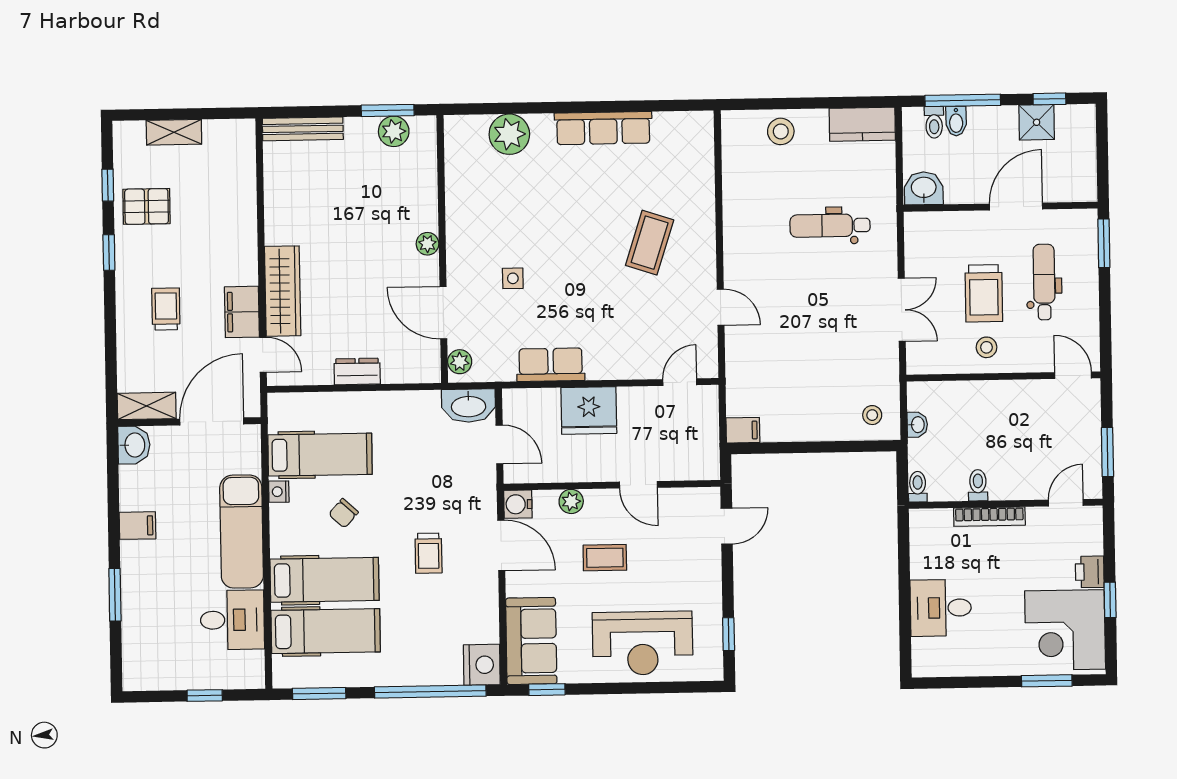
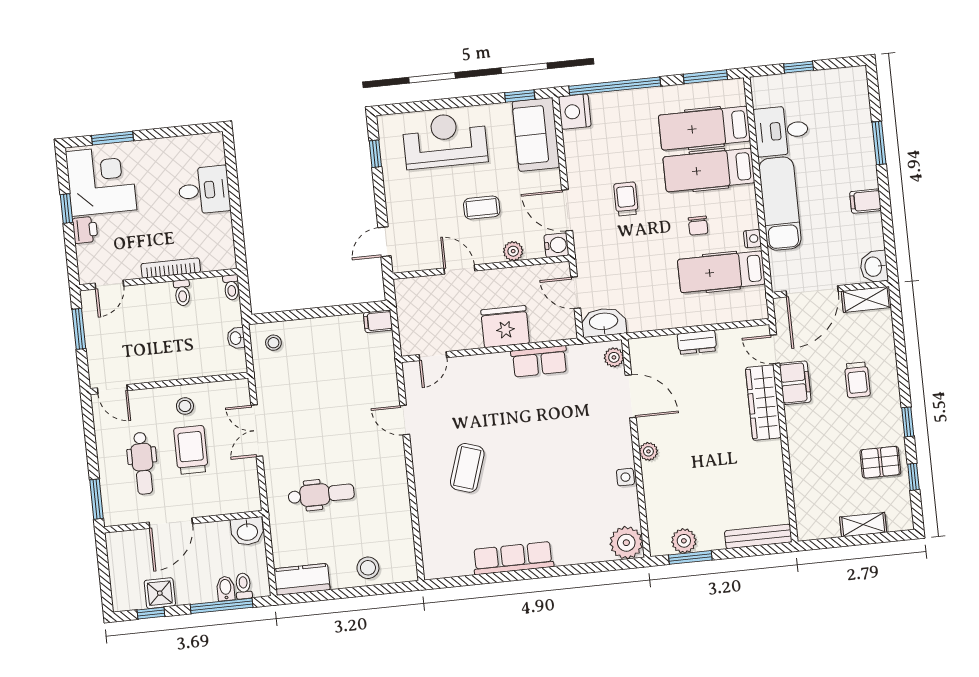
plant: (509, 134) -> (626, 543), moved
side table: (513, 278) -> (625, 477), moved
chair: (344, 513) -> (698, 226), turned 138

